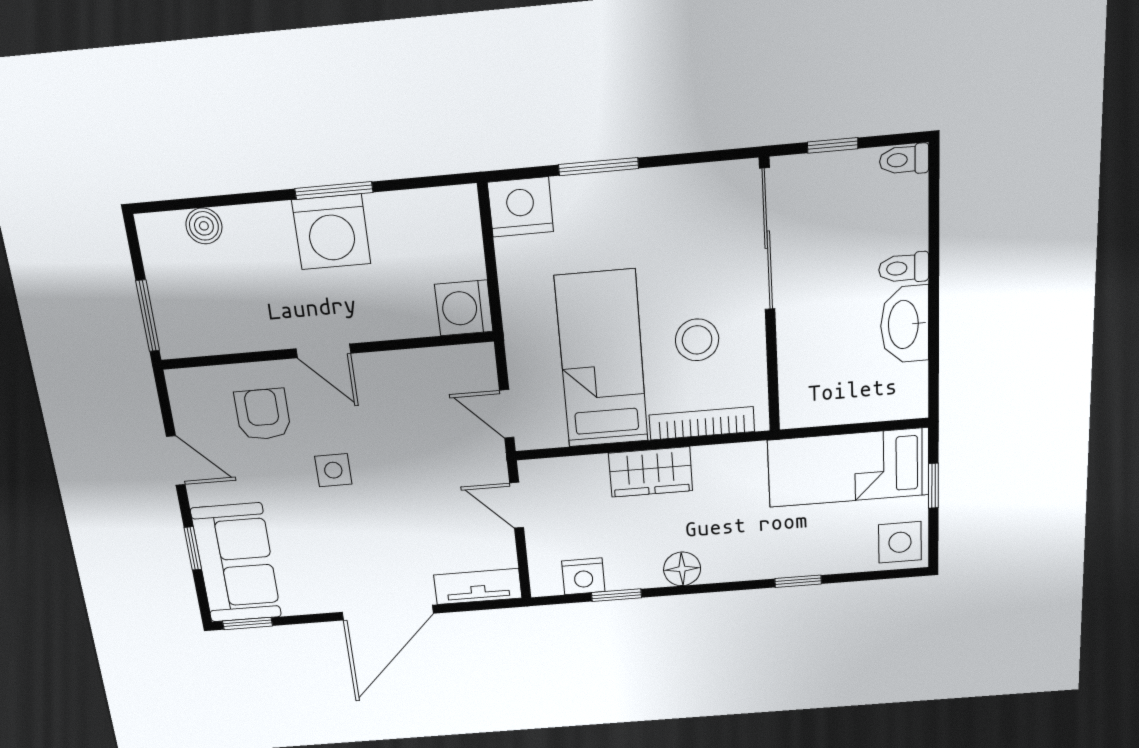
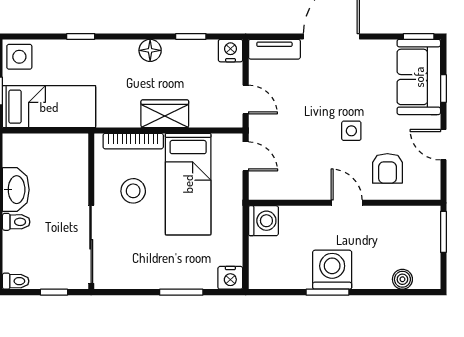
nightstand: (520, 207) -> (230, 278), width x0.74, depth x0.75
nightstand: (583, 576) -> (231, 51), moved

